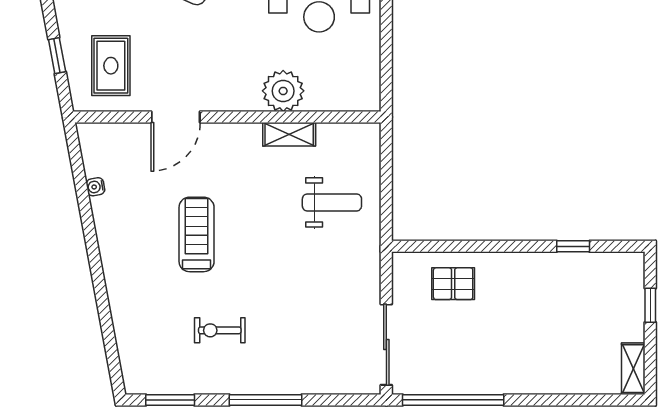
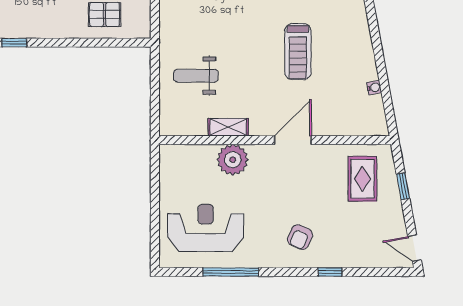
door: (176, 117) -> (293, 140), moved

